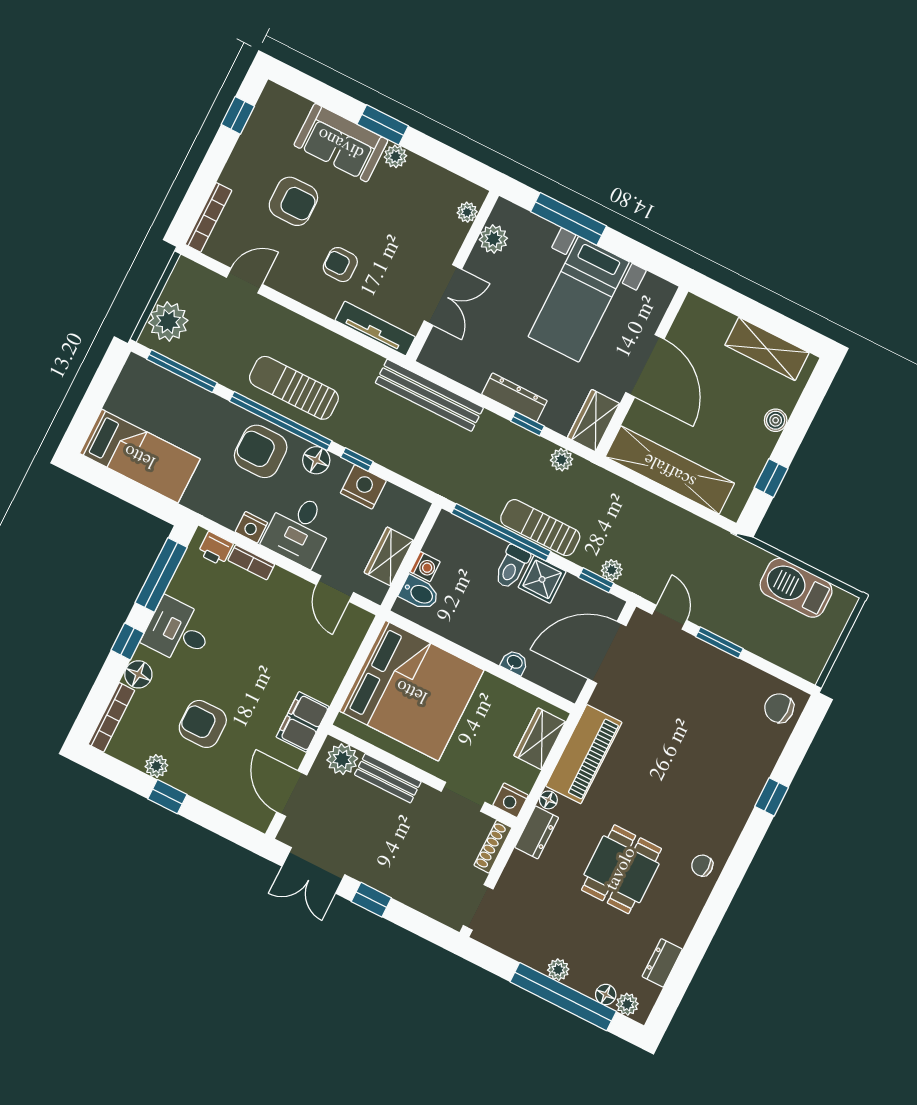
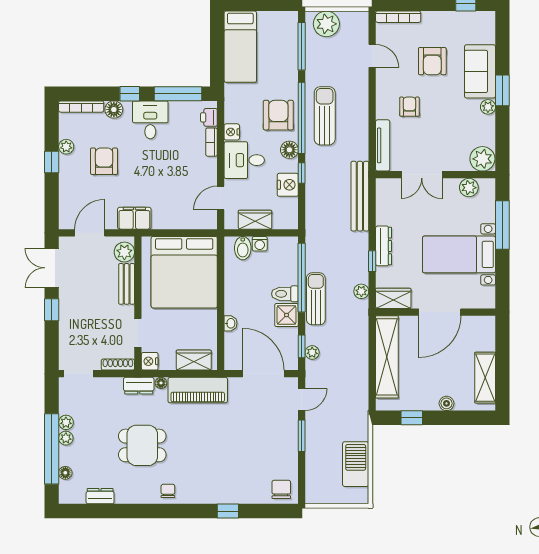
plant: (467, 212) -> (482, 159), width x1.88, depth x1.88
plant: (627, 1004) -> (66, 422), moved

